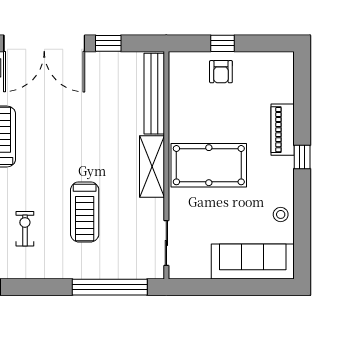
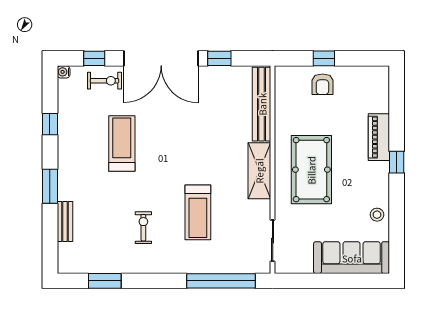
pool table: (209, 165) -> (311, 170), turned 90

